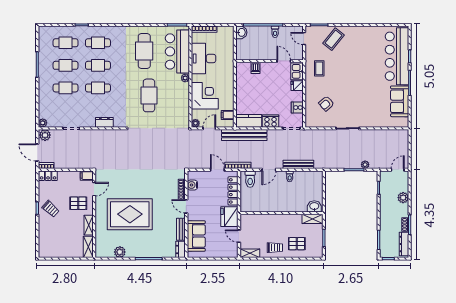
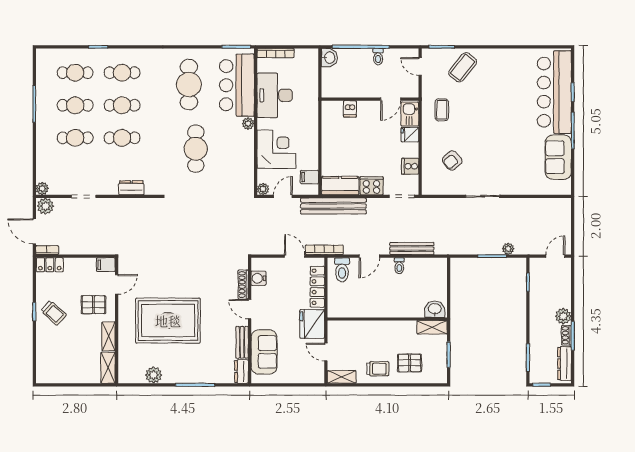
door: (284, 61) -> (391, 99), swing flipped
plant: (403, 198) -> (563, 316), moved

